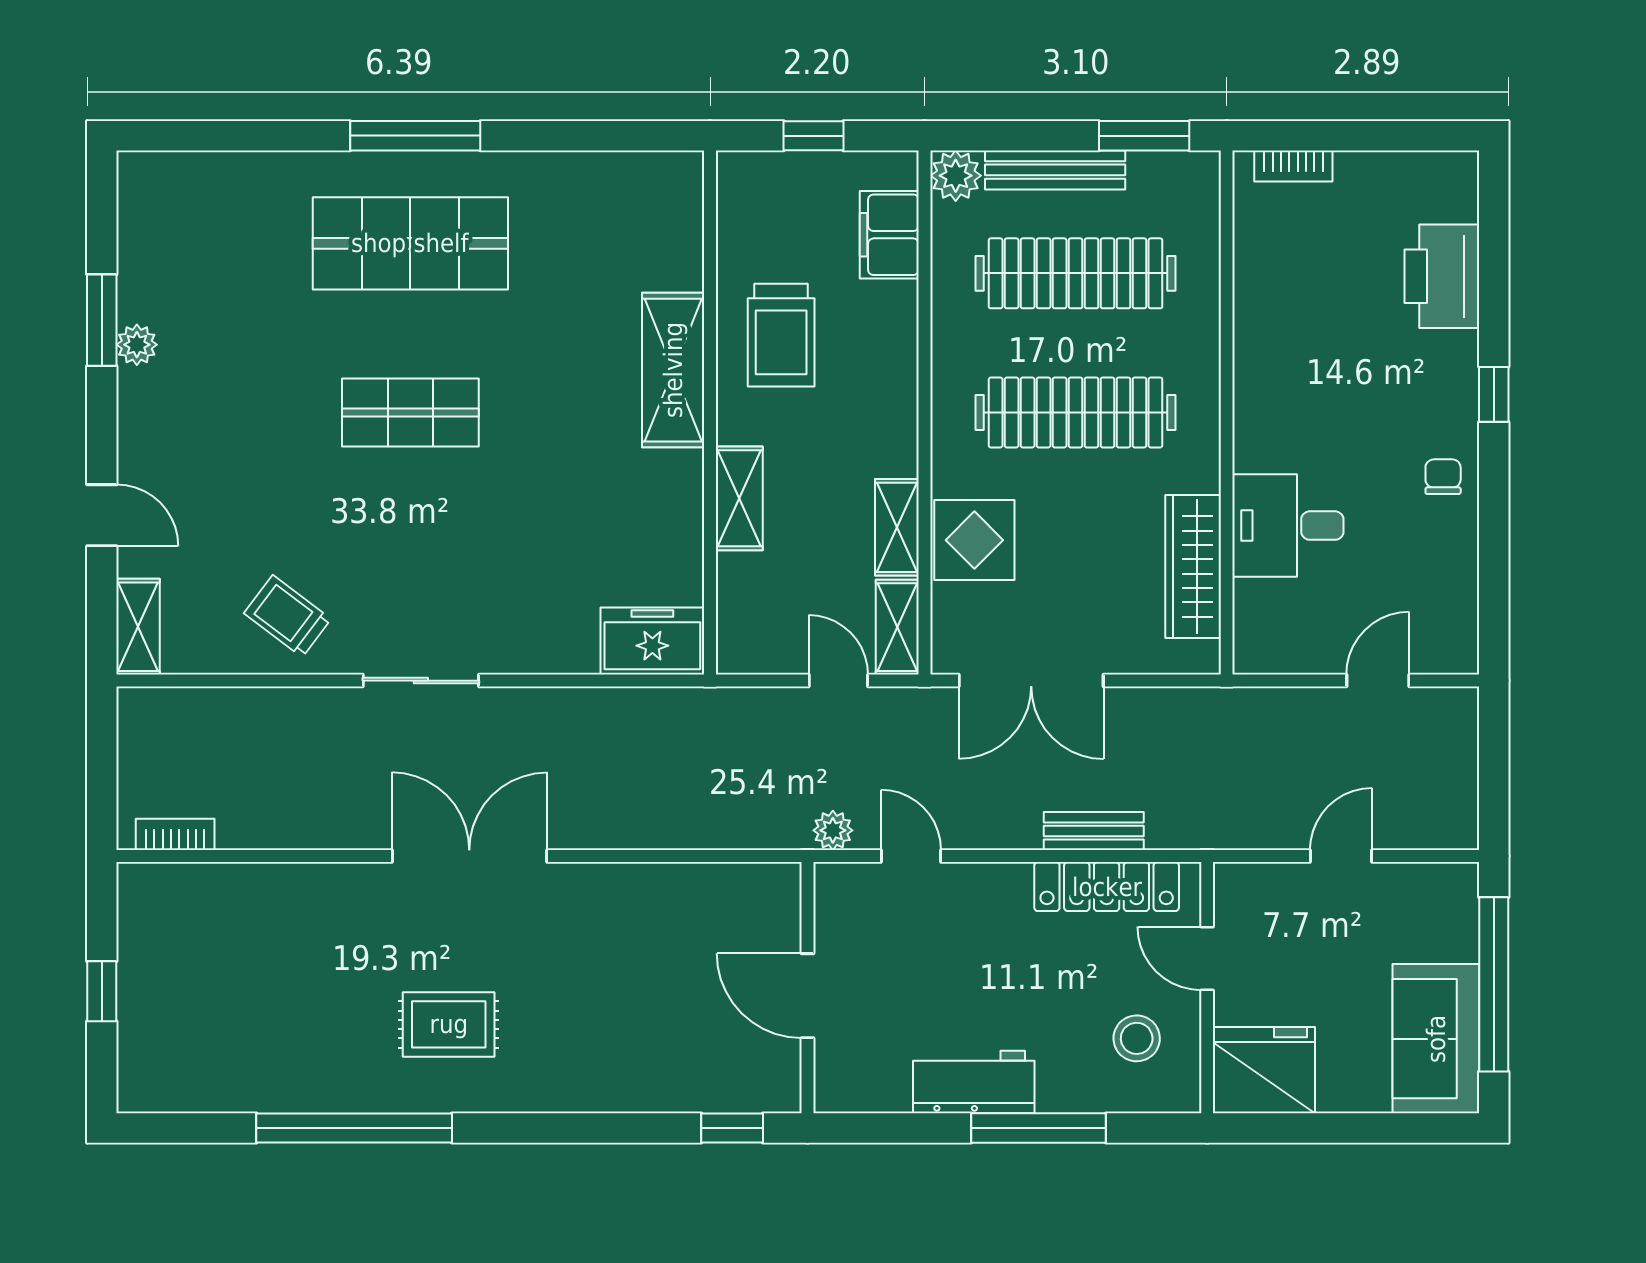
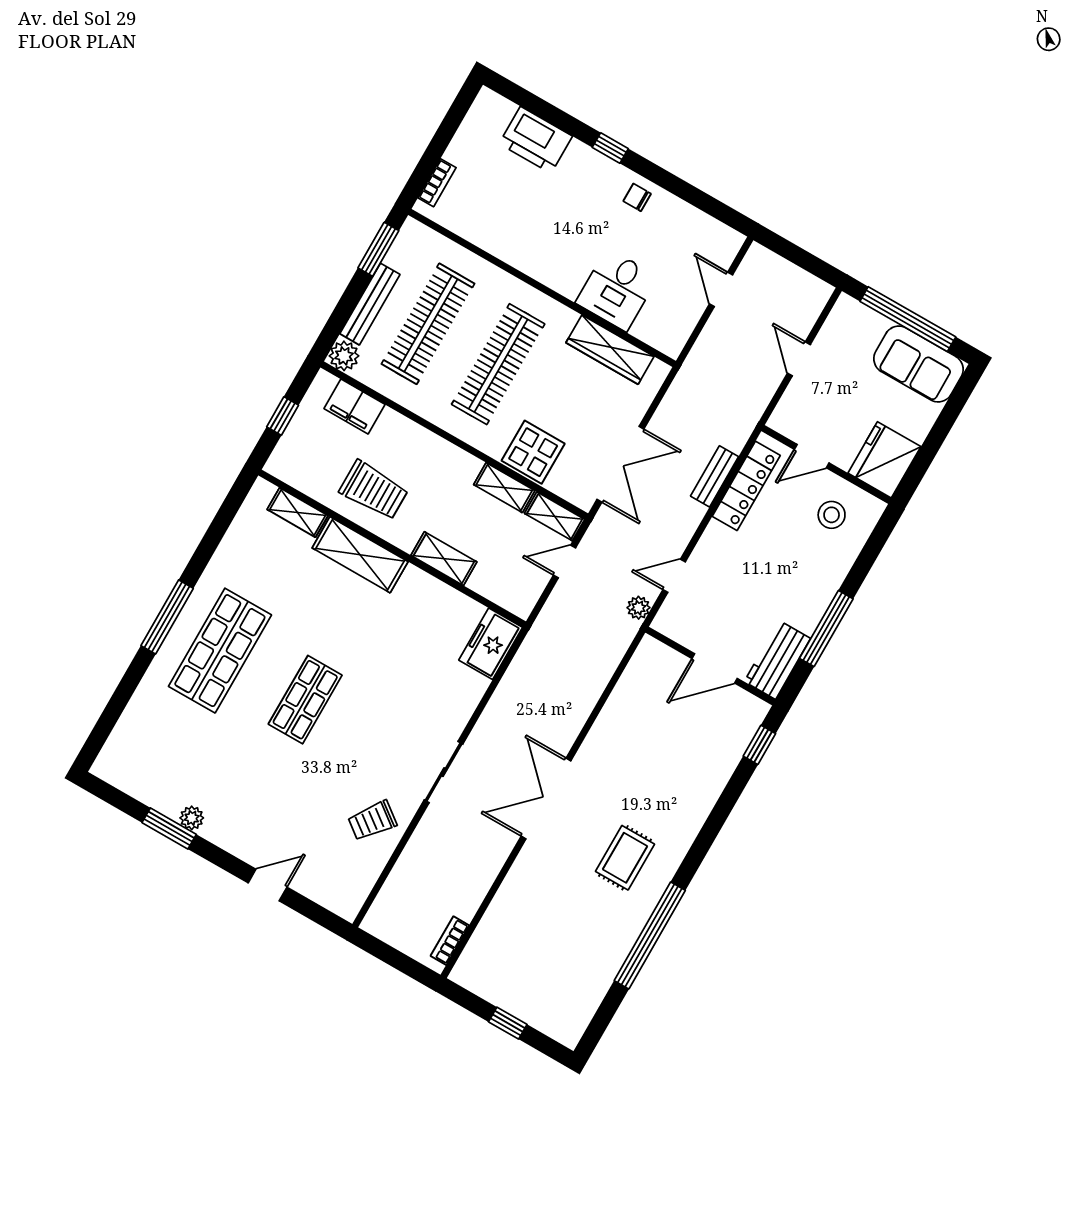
shelving: (138, 627) -> (298, 513), moved
workbench: (974, 1082) -> (777, 660), moved
window: (1038, 1128) -> (826, 629), moved

